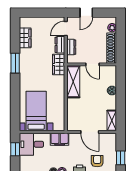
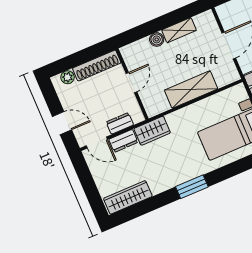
wardrobe: (25, 38) -> (128, 197), width x1.50
window: (15, 63) -> (192, 187), moved
shelving: (73, 82) -> (191, 89), moved
shelving: (112, 121) -> (179, 30), moved

